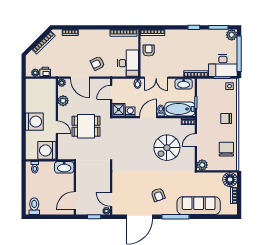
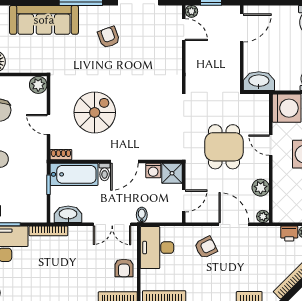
double door: (156, 78) -> (112, 224), swing flipped
dining table: (86, 126) -> (224, 147), turned 90
door: (196, 140) -> (49, 125), swing flipped

